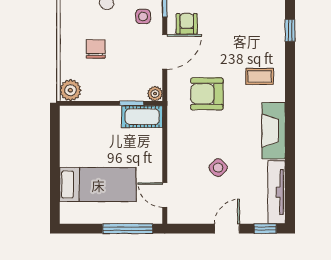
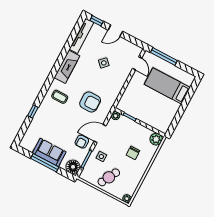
cot: (142, 117) -> (128, 108), removed

